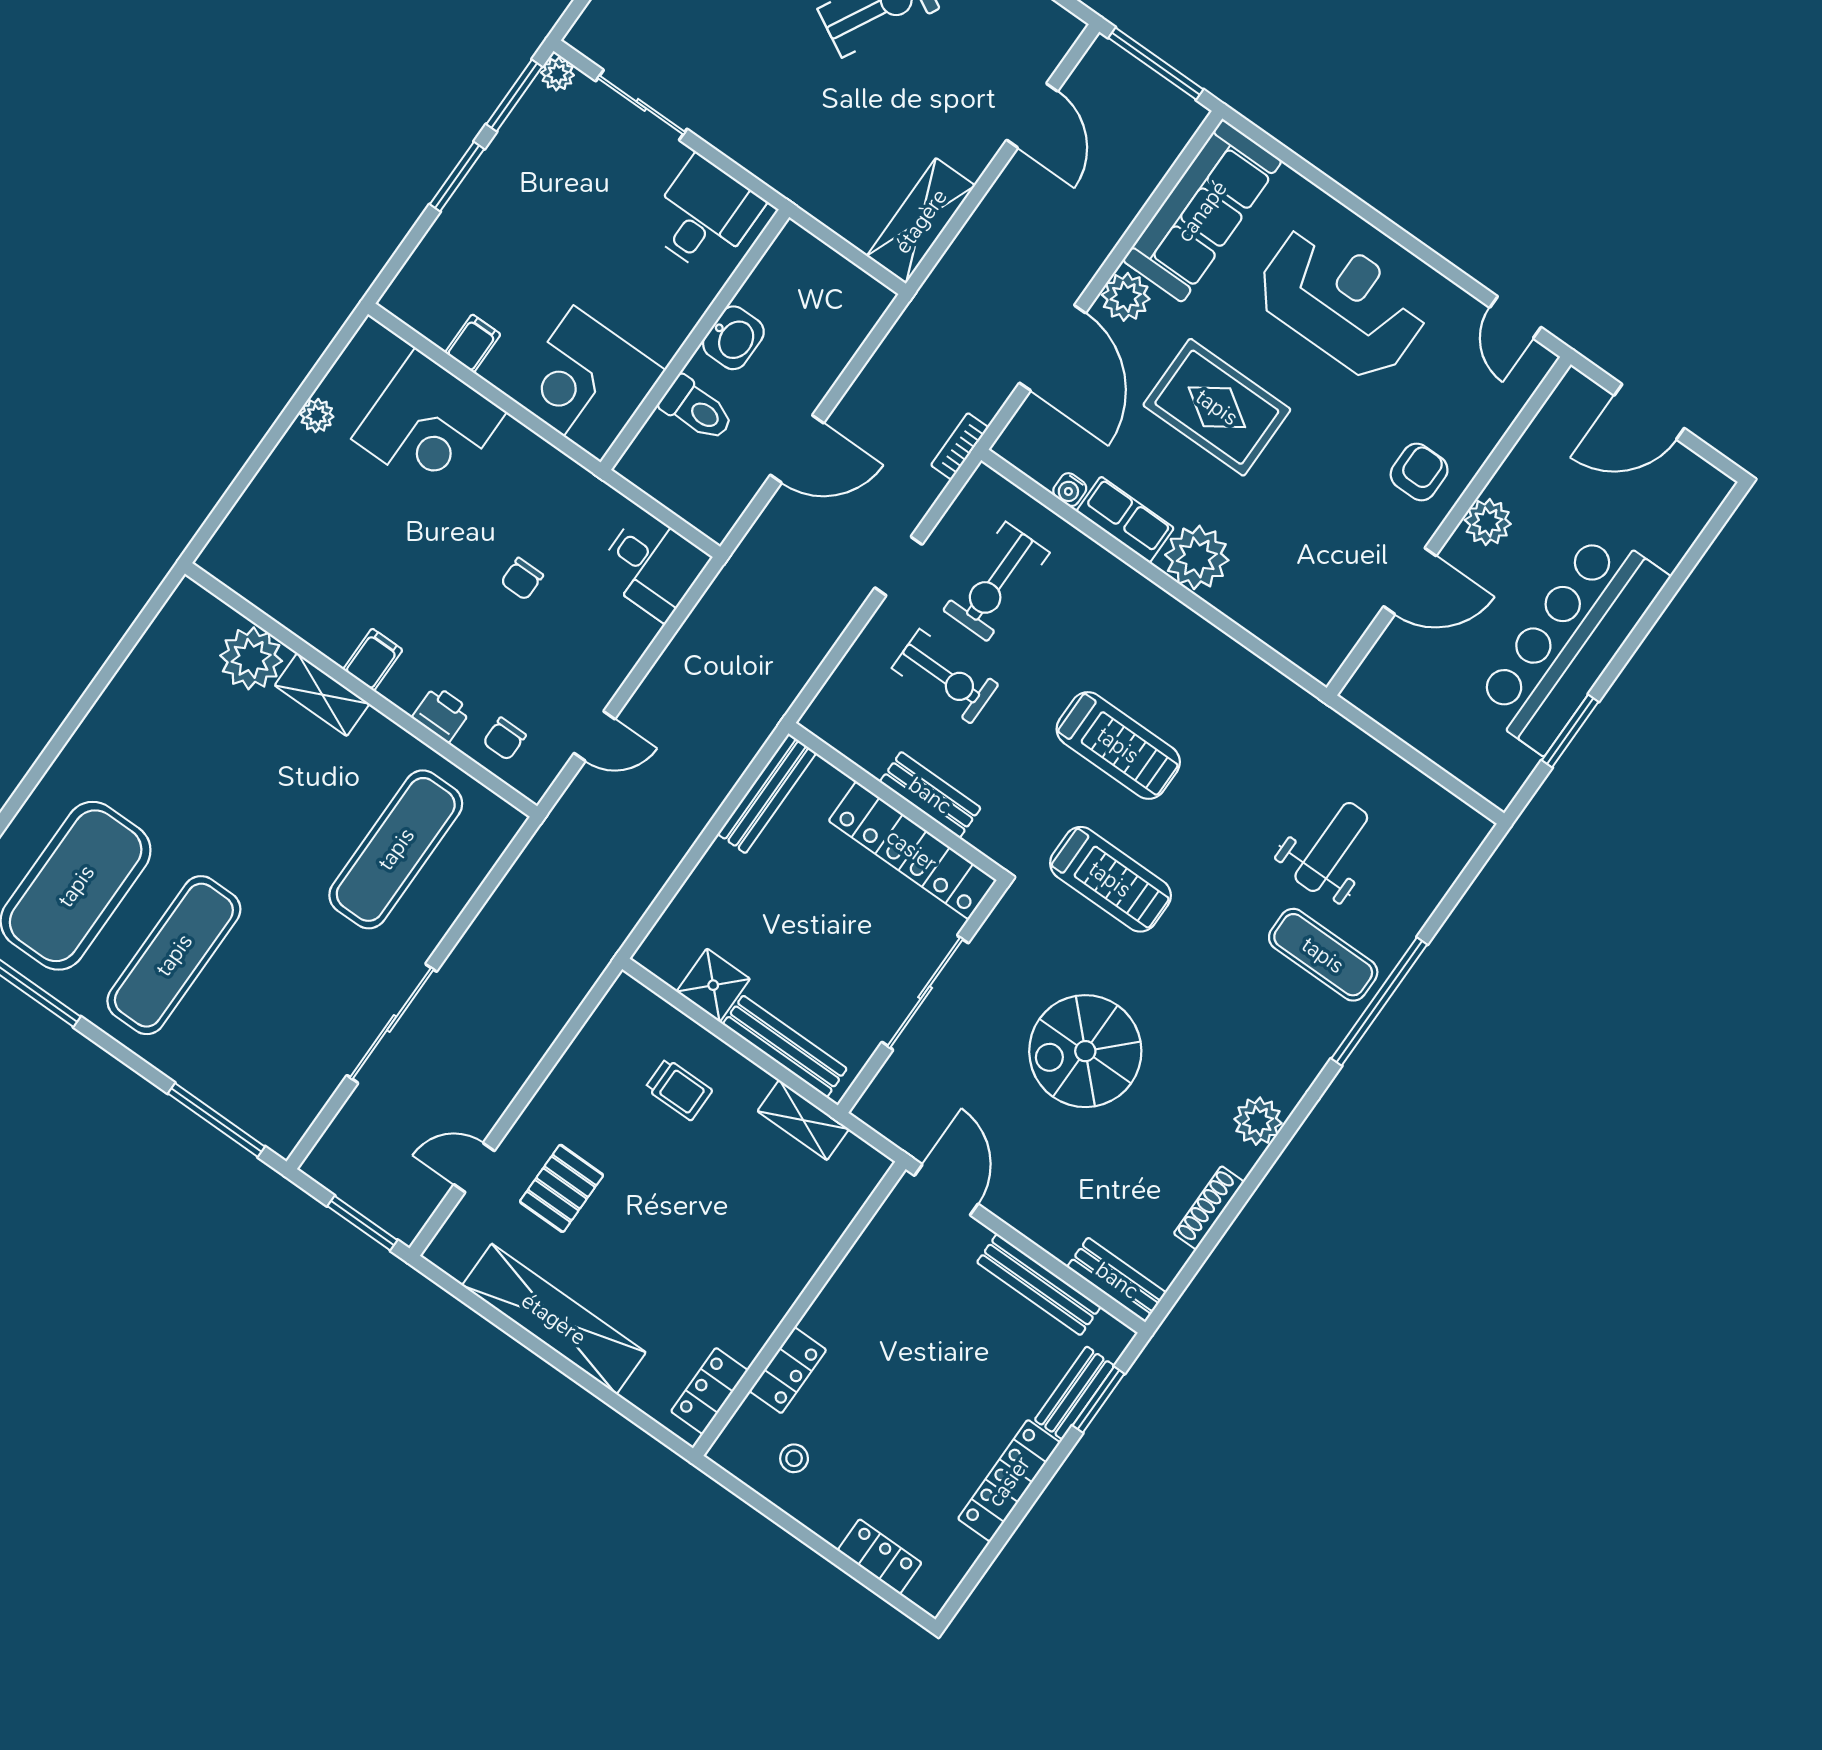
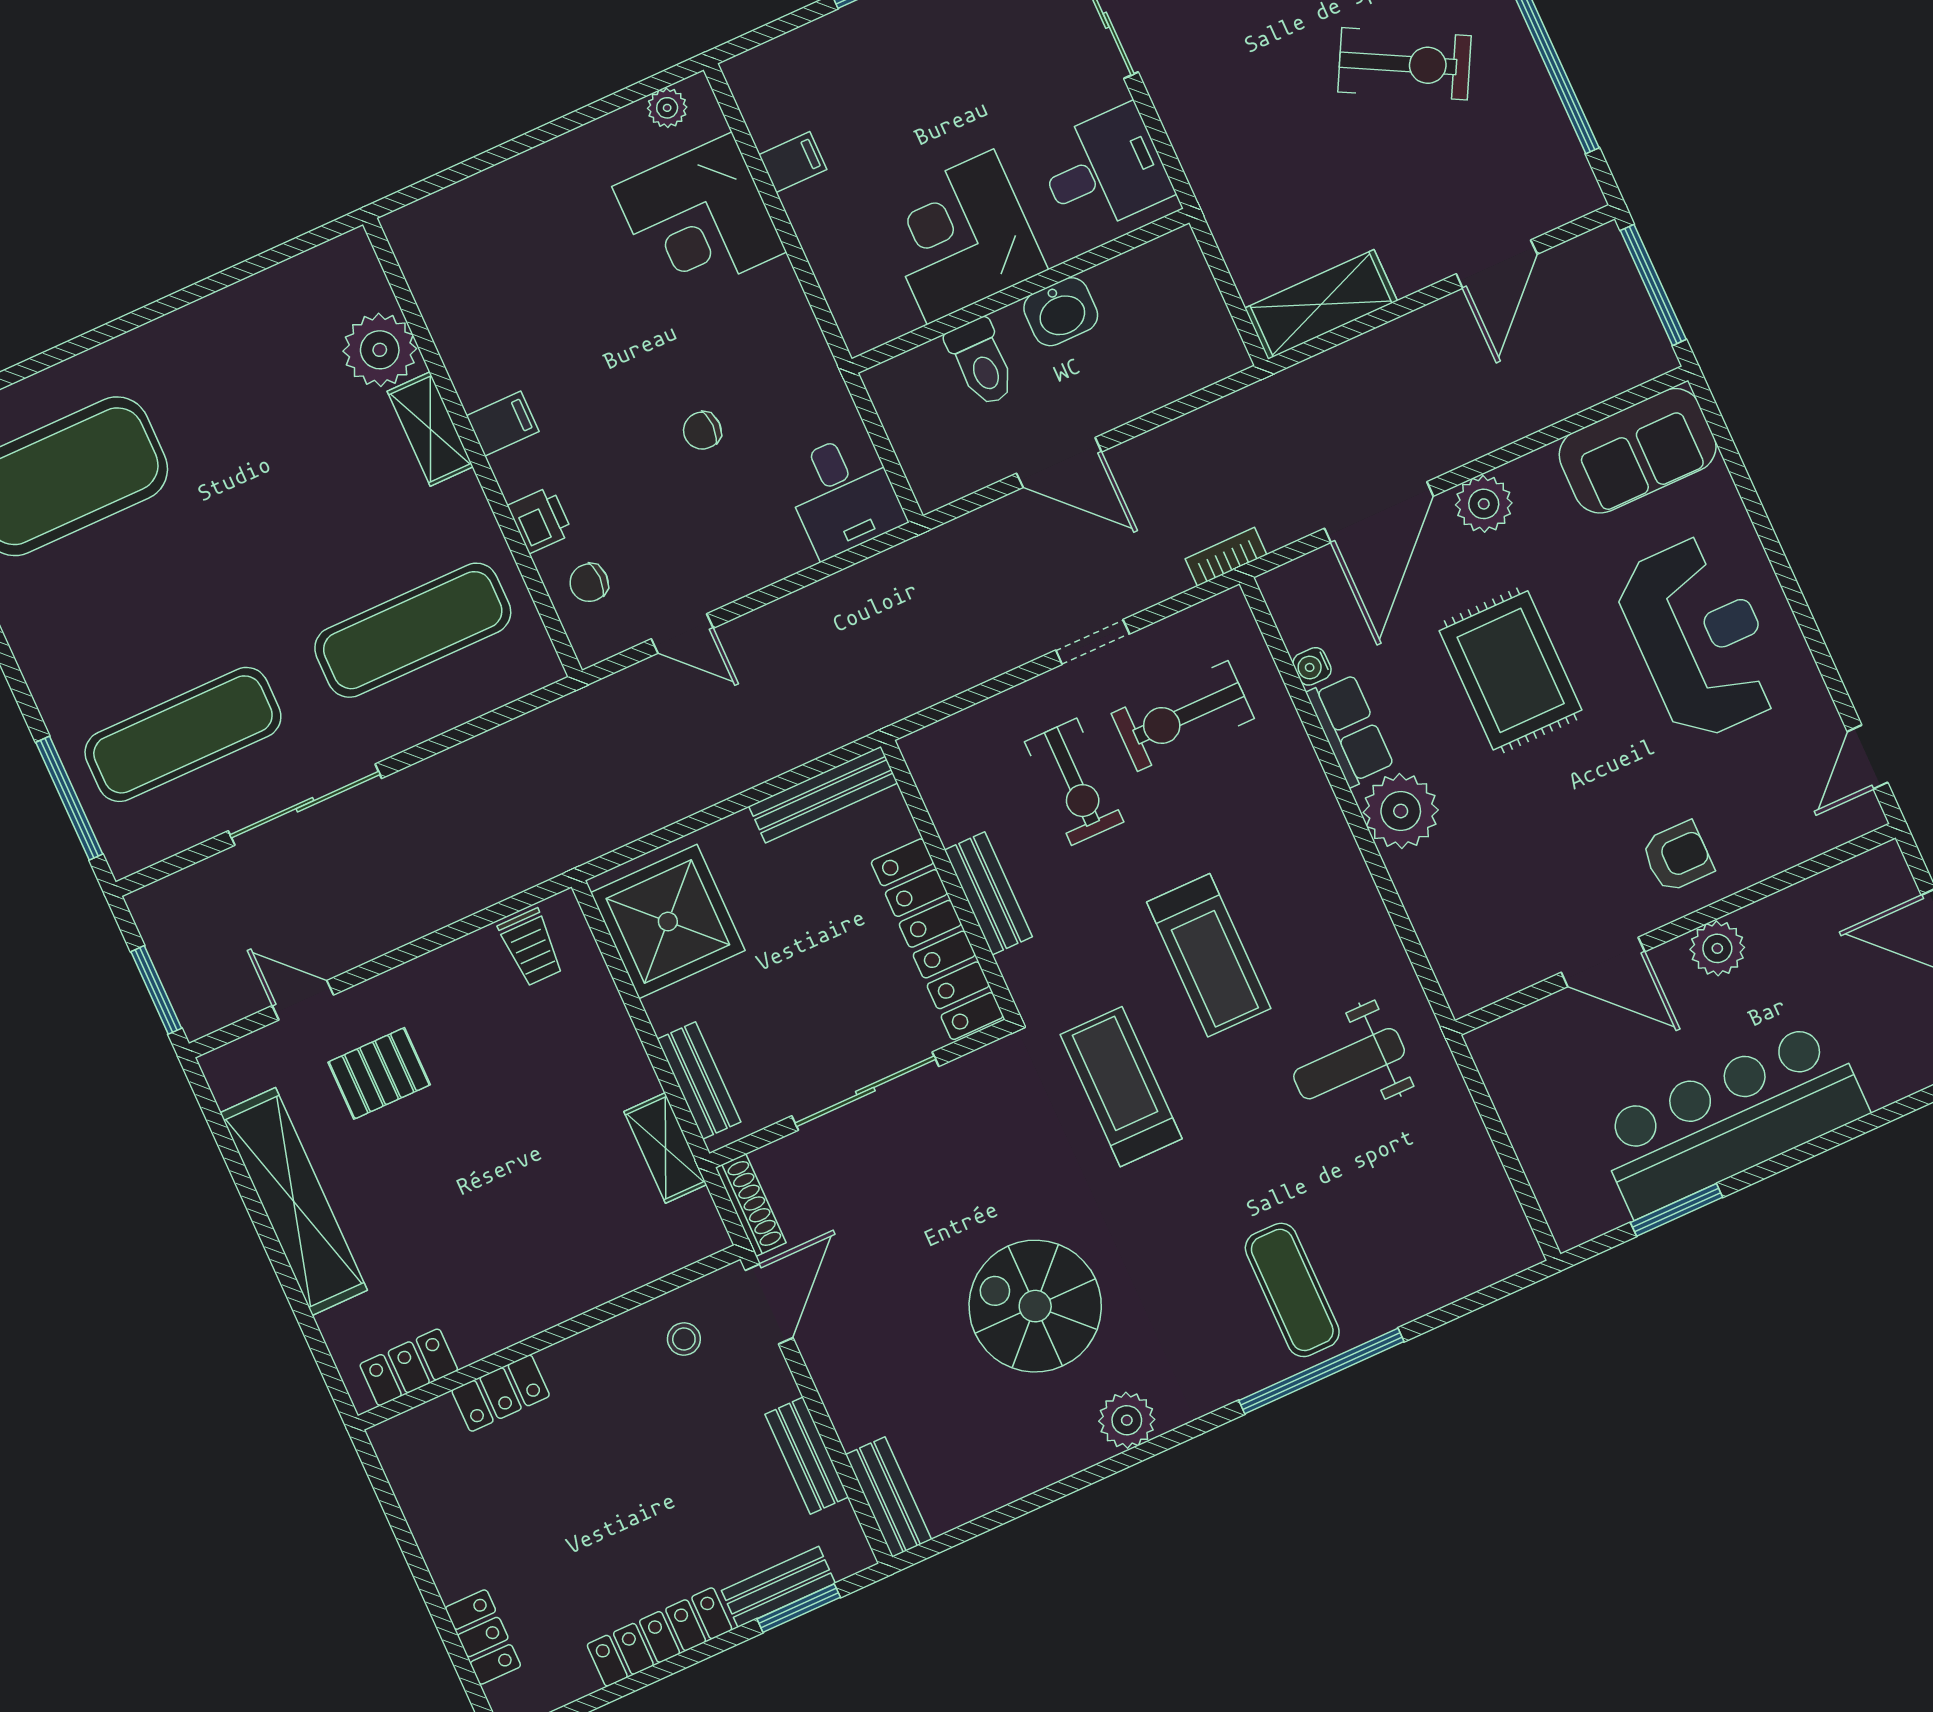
sofa: (1202, 211) -> (1638, 451), width x0.73
corner desk: (587, 384) -> (961, 237), moved
plant: (317, 415) -> (667, 108), moved
weight bench: (1331, 847) -> (1349, 1064), moved, turned 180
treadmill: (1110, 879) -> (1121, 1087), turned 180
exercise mat: (174, 955) -> (183, 734), moved
shower: (713, 985) -> (668, 922), width x1.86, depth x1.86
bench: (785, 1046) -> (699, 1080), width x0.73
spiral stairs: (1085, 1051) -> (1035, 1306), moved
trolley: (679, 1089) -> (531, 947), moved
shoe rack: (1209, 1208) -> (751, 1205), moved, turned 90
bench: (1039, 1285) -> (807, 1456), width x0.73
stool: (794, 1458) -> (684, 1339), moved

